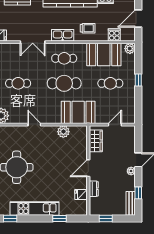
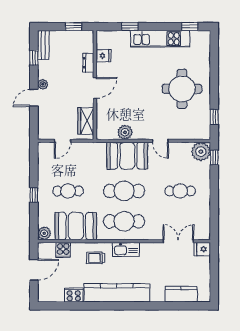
double door: (33, 42) -> (178, 241), moved
cafe table: (64, 58) -> (124, 221), width x1.37, depth x1.35
booth: (78, 112) -> (127, 156), moved

